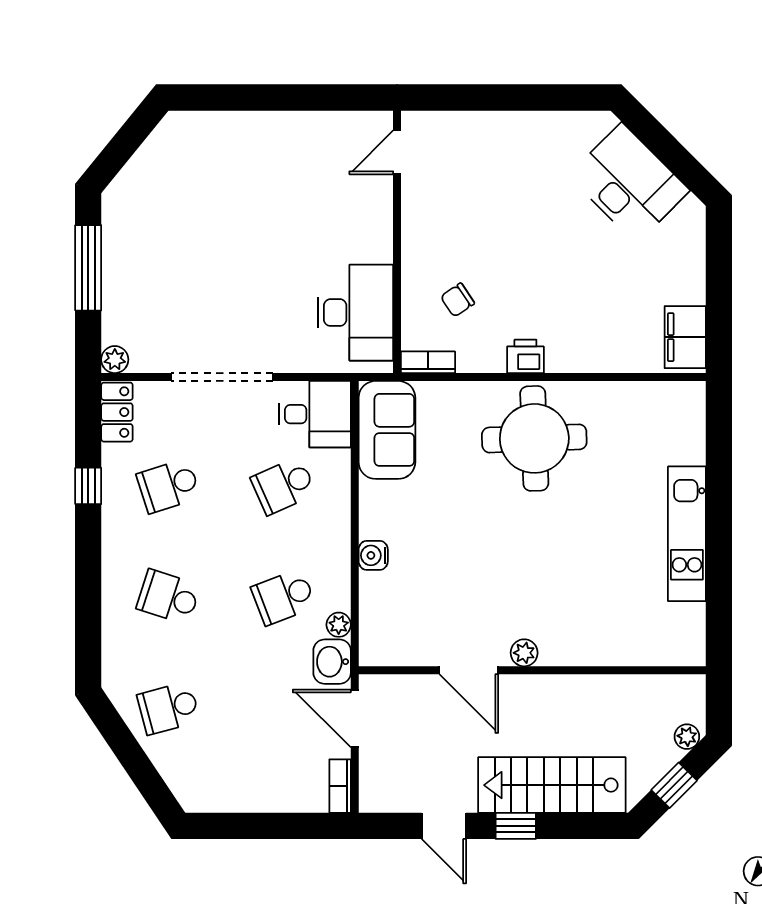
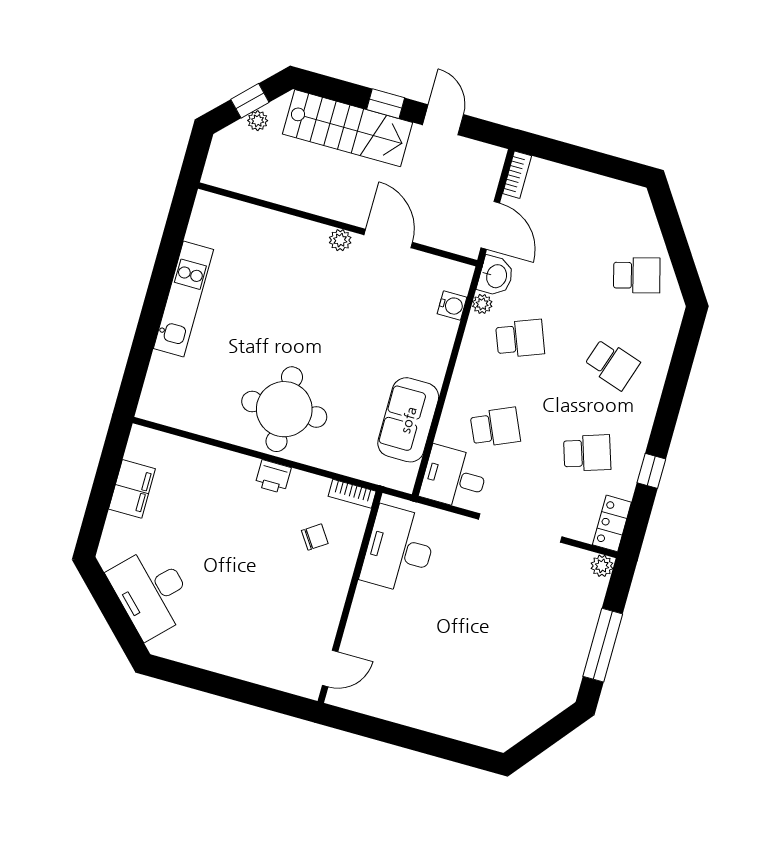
filing cabinet: (685, 337) -> (132, 489), moved
sofa: (387, 430) -> (408, 420), moved
water cooler: (373, 555) -> (452, 306), moved
plant: (687, 737) -> (258, 121), moved

